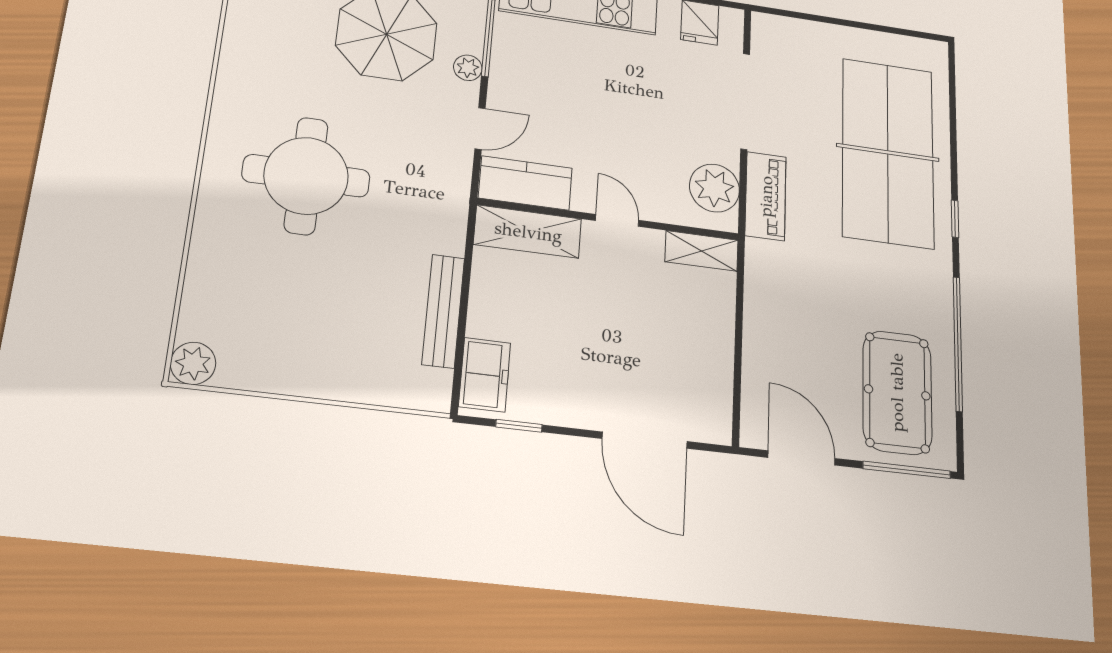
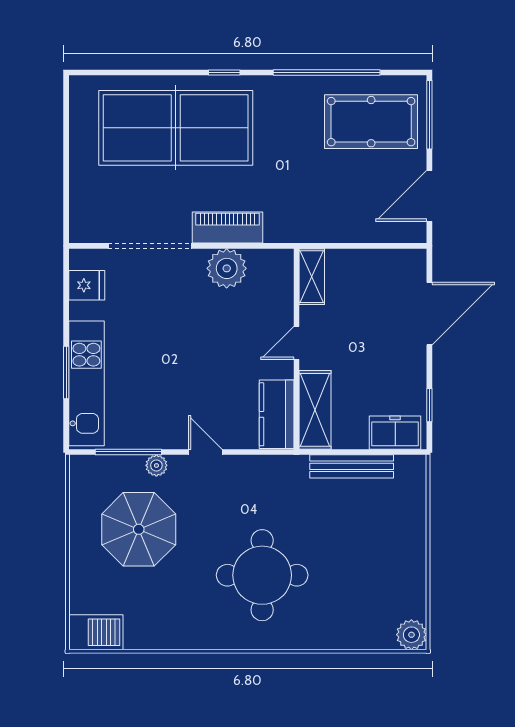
kitchen counter: (525, 183) -> (277, 414), moved
wall: (609, 219) -> (297, 349), moved
door: (617, 220) -> (297, 343), moved
shelving: (528, 232) -> (315, 410), moved
shelving: (702, 251) -> (312, 277), moved

